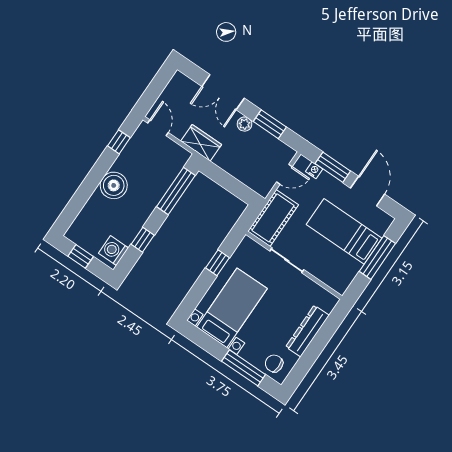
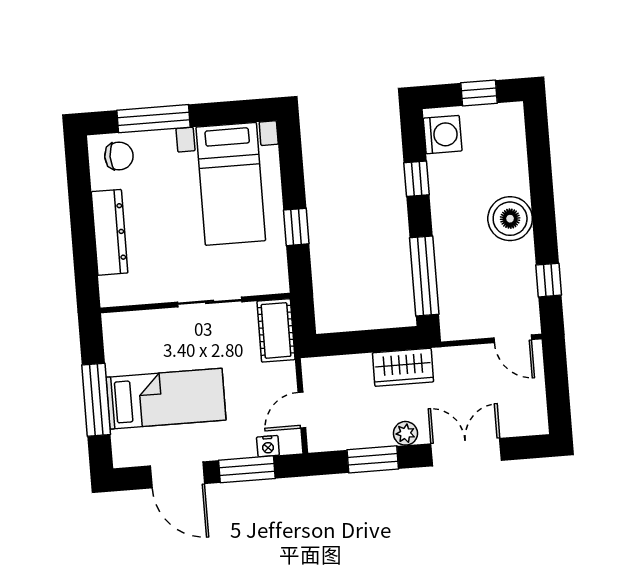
wardrobe: (201, 143) -> (403, 367), moved
cot: (273, 218) -> (276, 330), width x0.73, depth x0.75

